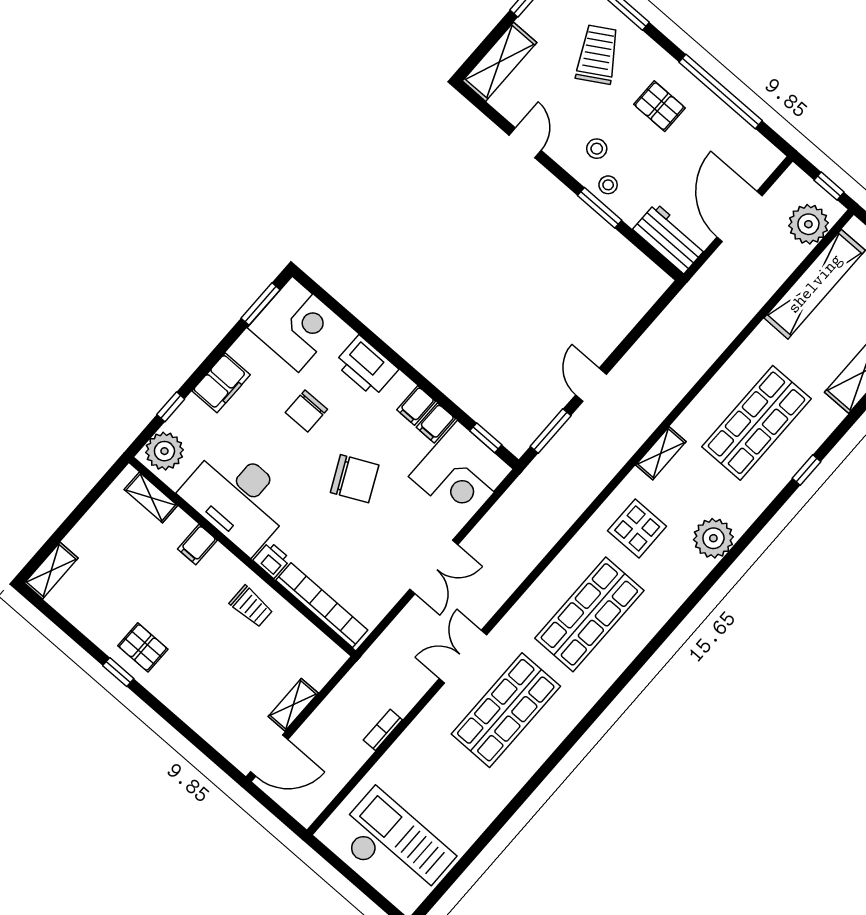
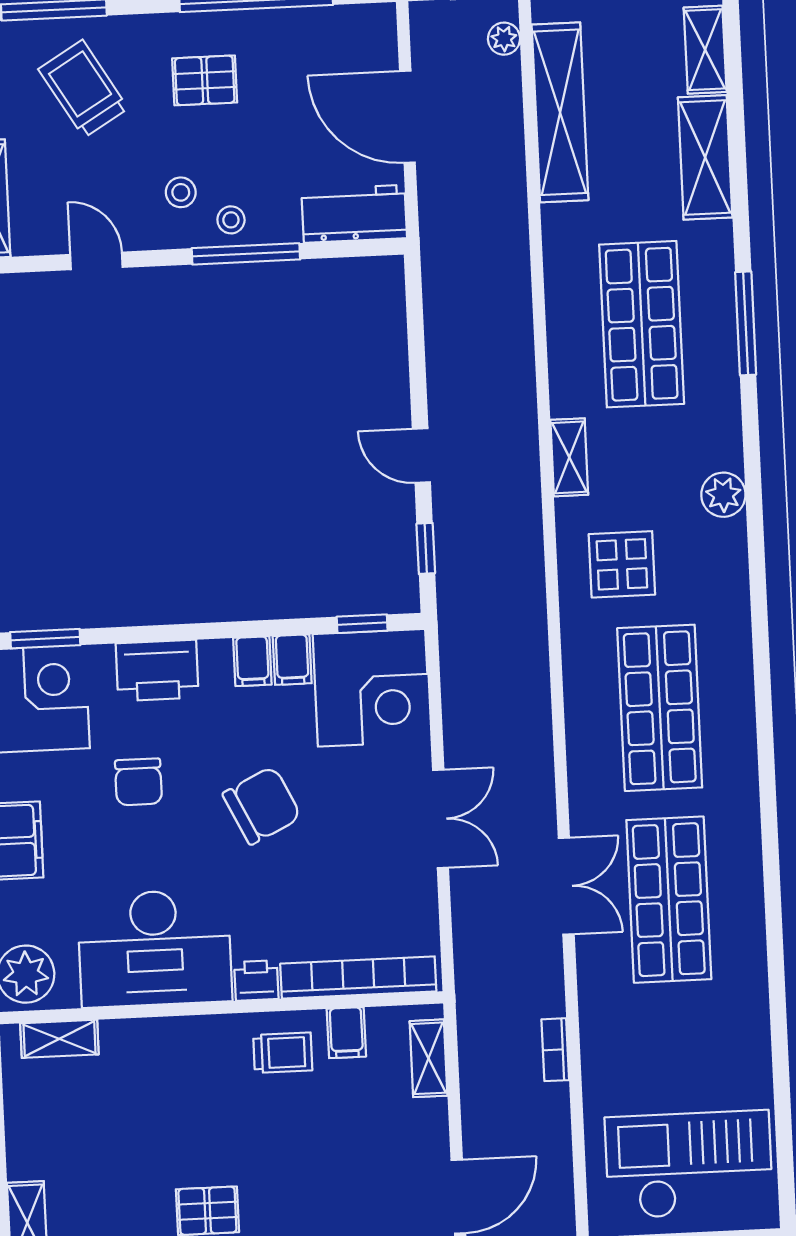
window: (600, 208) -> (246, 254), width x1.44
plant: (808, 224) -> (504, 39), width x0.53, depth x0.53
window: (327, 300) -> (45, 639), added
window: (551, 431) -> (426, 548), width x0.67
window: (807, 470) -> (746, 323), width x2.17
plant: (713, 538) -> (723, 495), width x0.73, depth x0.73
filing cabinet: (197, 545) -> (346, 1033), moved
double door: (463, 657) -> (566, 886), swing flipped
shelving: (293, 705) -> (429, 1058), moved

